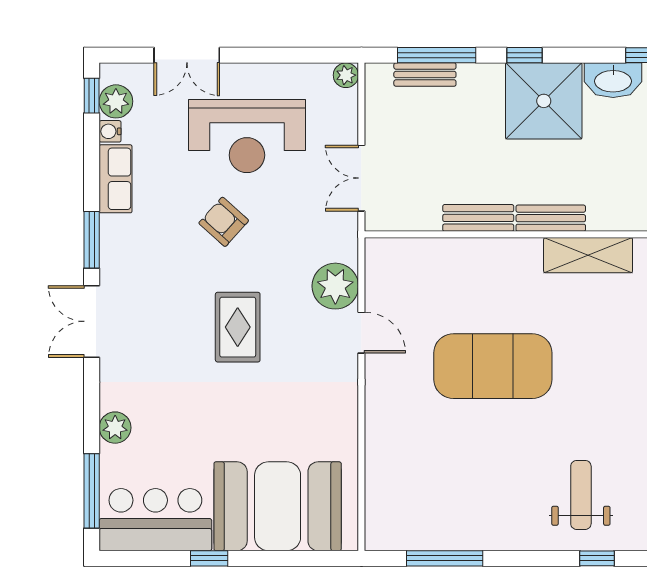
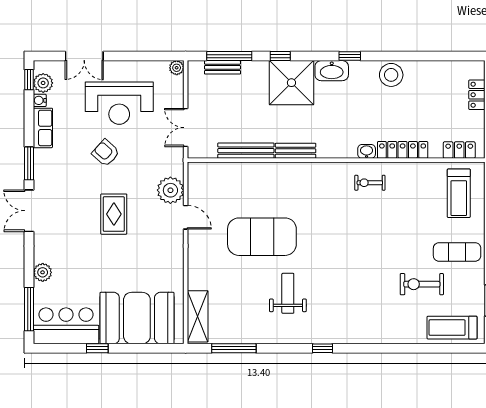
bench: (478, 218) -> (246, 151), width x1.36
shelving: (588, 255) -> (198, 316), moved, turned 90
weight bench: (581, 495) -> (288, 293), moved

